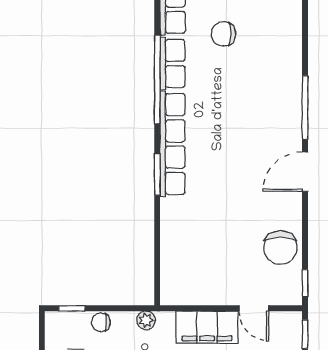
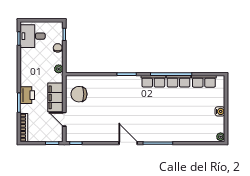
chair: (223, 34) -> (192, 105), removed
row of seats: (172, 144) -> (153, 81), width x0.50
chair: (280, 248) -> (79, 94), moved
door: (254, 308) -> (64, 119), hinge flipped

